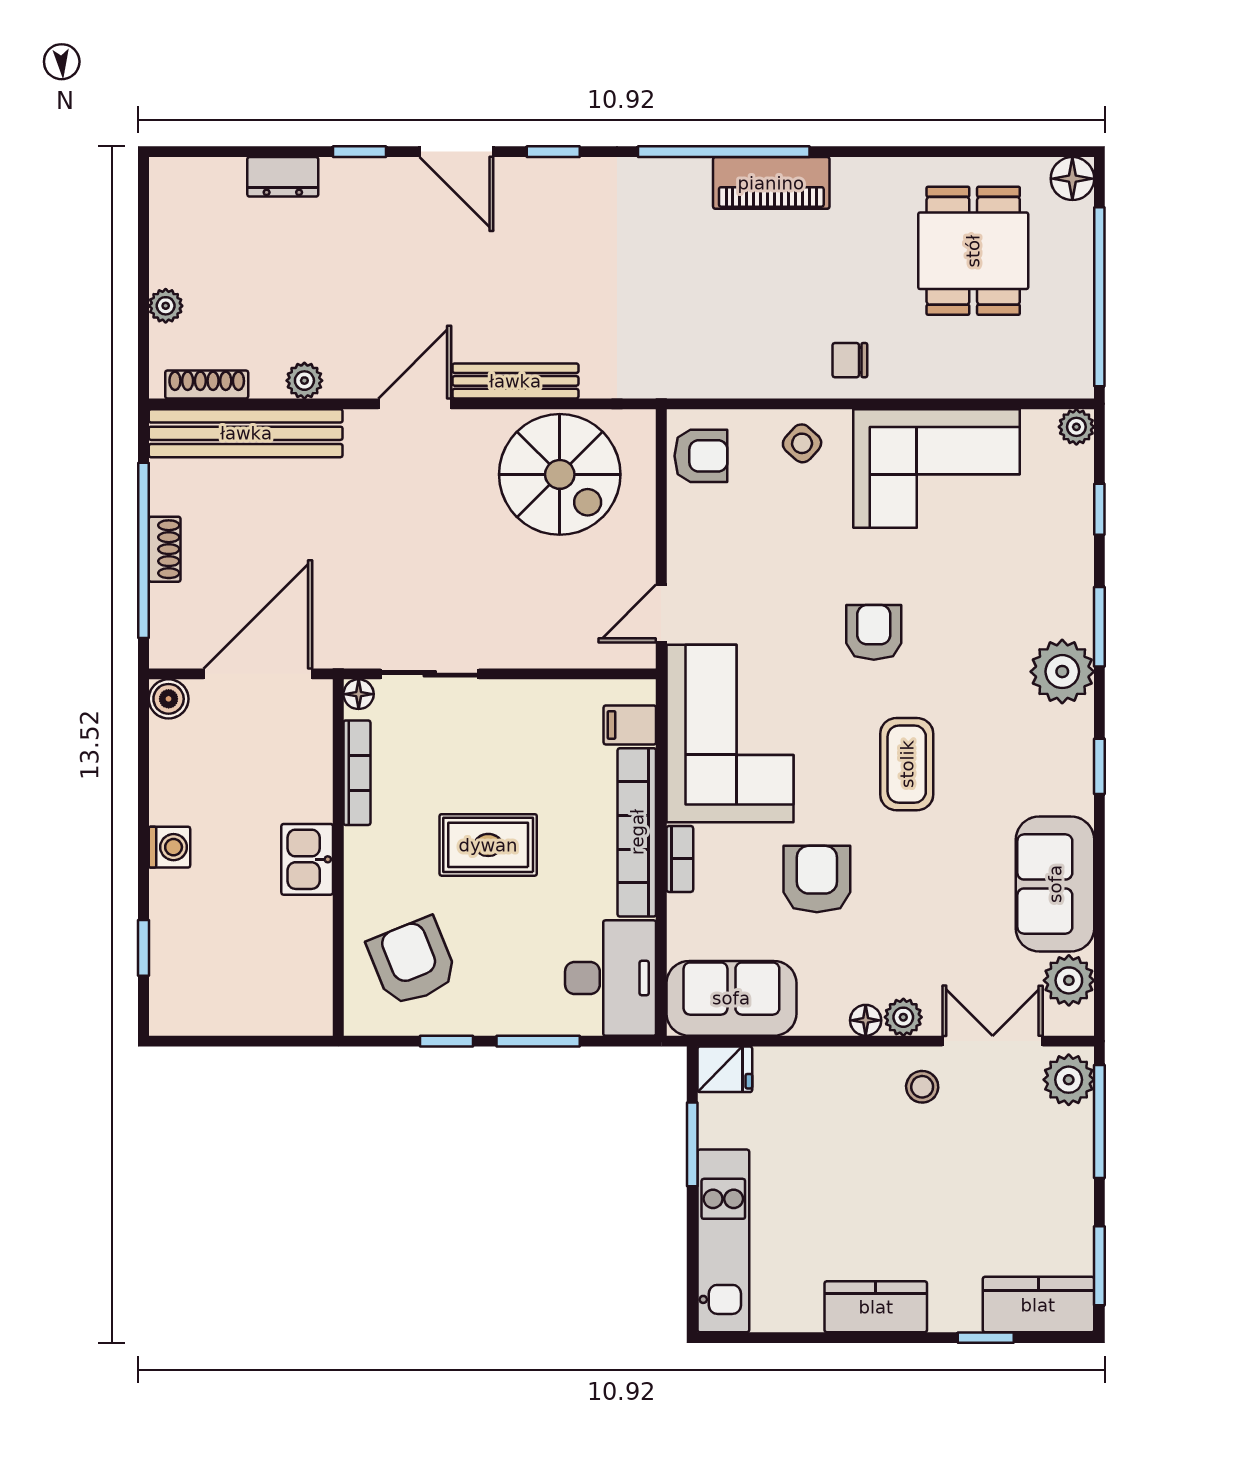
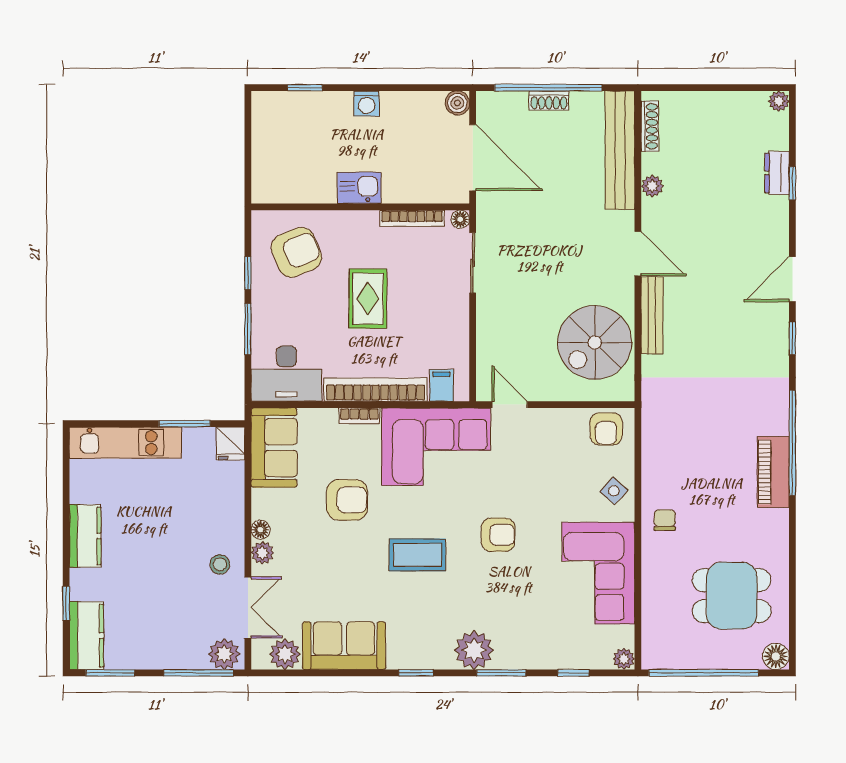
window: (360, 152) -> (792, 183), moved
plant: (166, 306) -> (779, 101), moved

